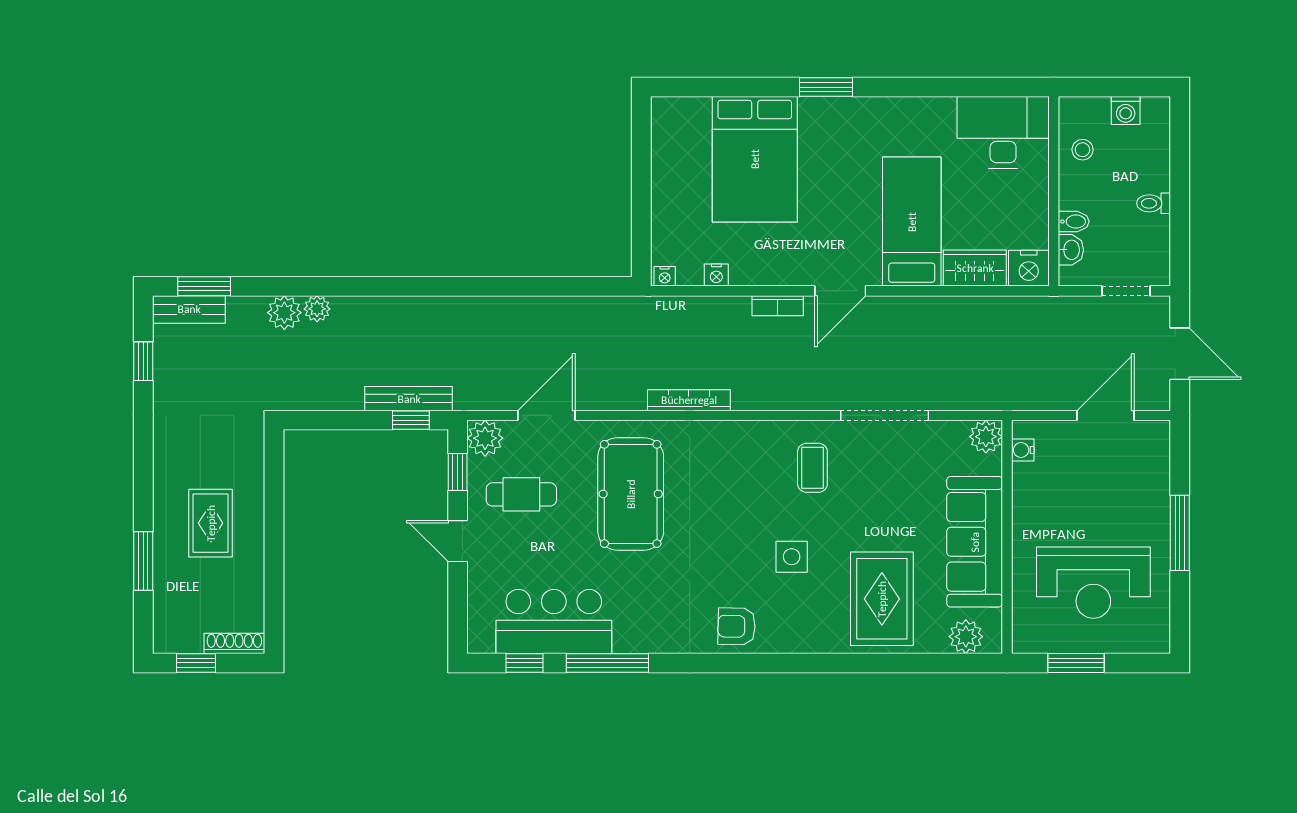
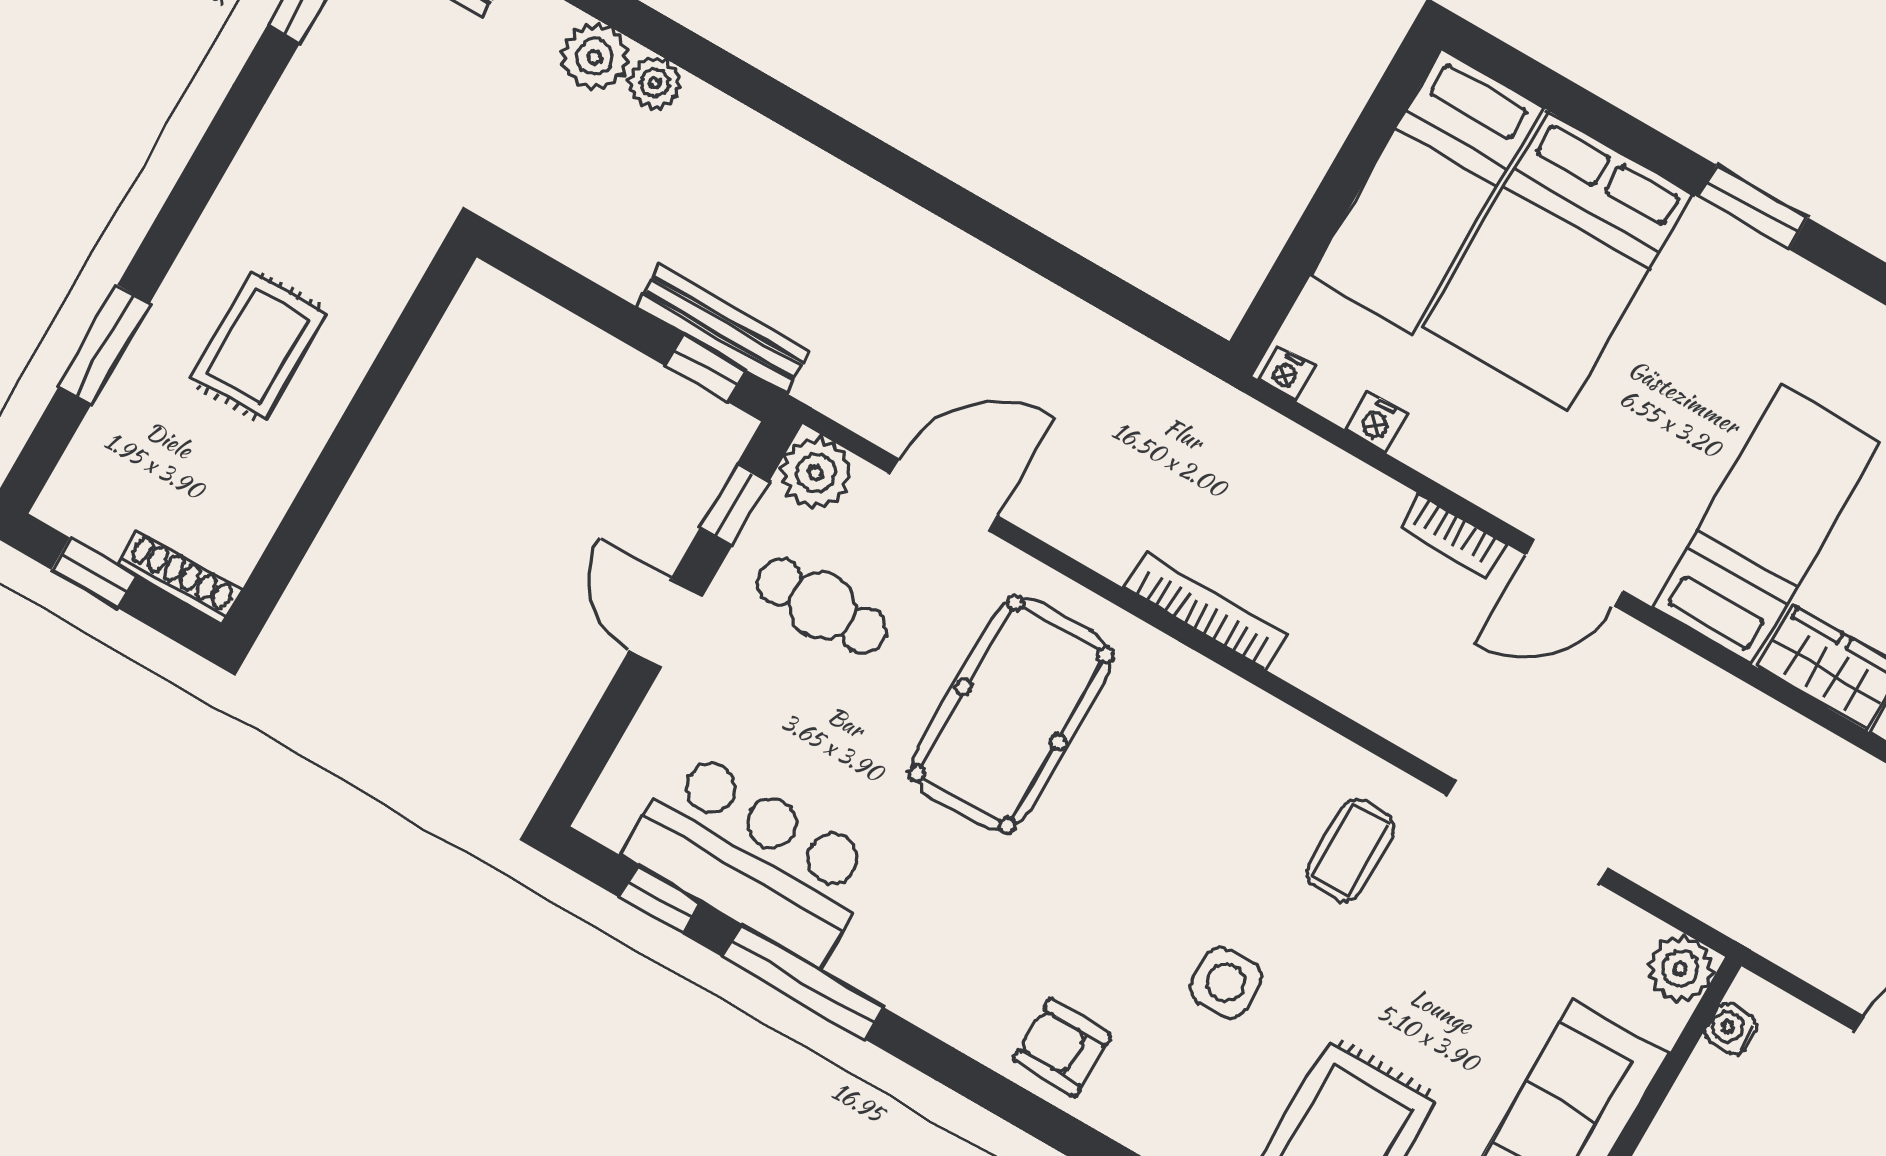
bed: (680, 162) -> (1427, 192), added

